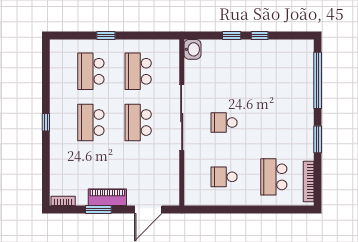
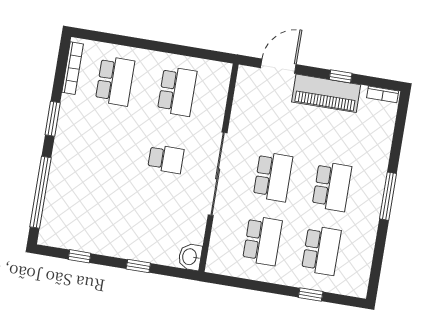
window: (106, 35) -> (311, 295), moved
window: (260, 35) -> (80, 256), moved
window: (46, 122) -> (388, 196), width x2.17
school desk: (224, 177) -> (177, 91), width x1.85
piano: (107, 197) -> (326, 93), width x1.37, depth x1.33
window: (98, 210) -> (341, 76), width x0.67

